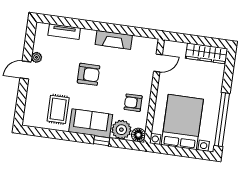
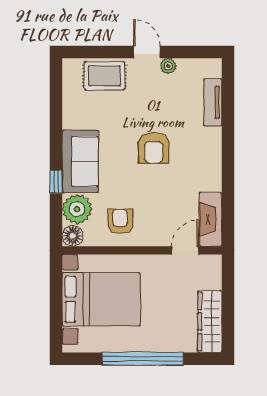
fireplace: (114, 40) -> (211, 219), moved
door: (158, 63) -> (185, 250), swing flipped
rug: (58, 109) -> (104, 76), moved
window: (222, 120) -> (143, 359), moved

